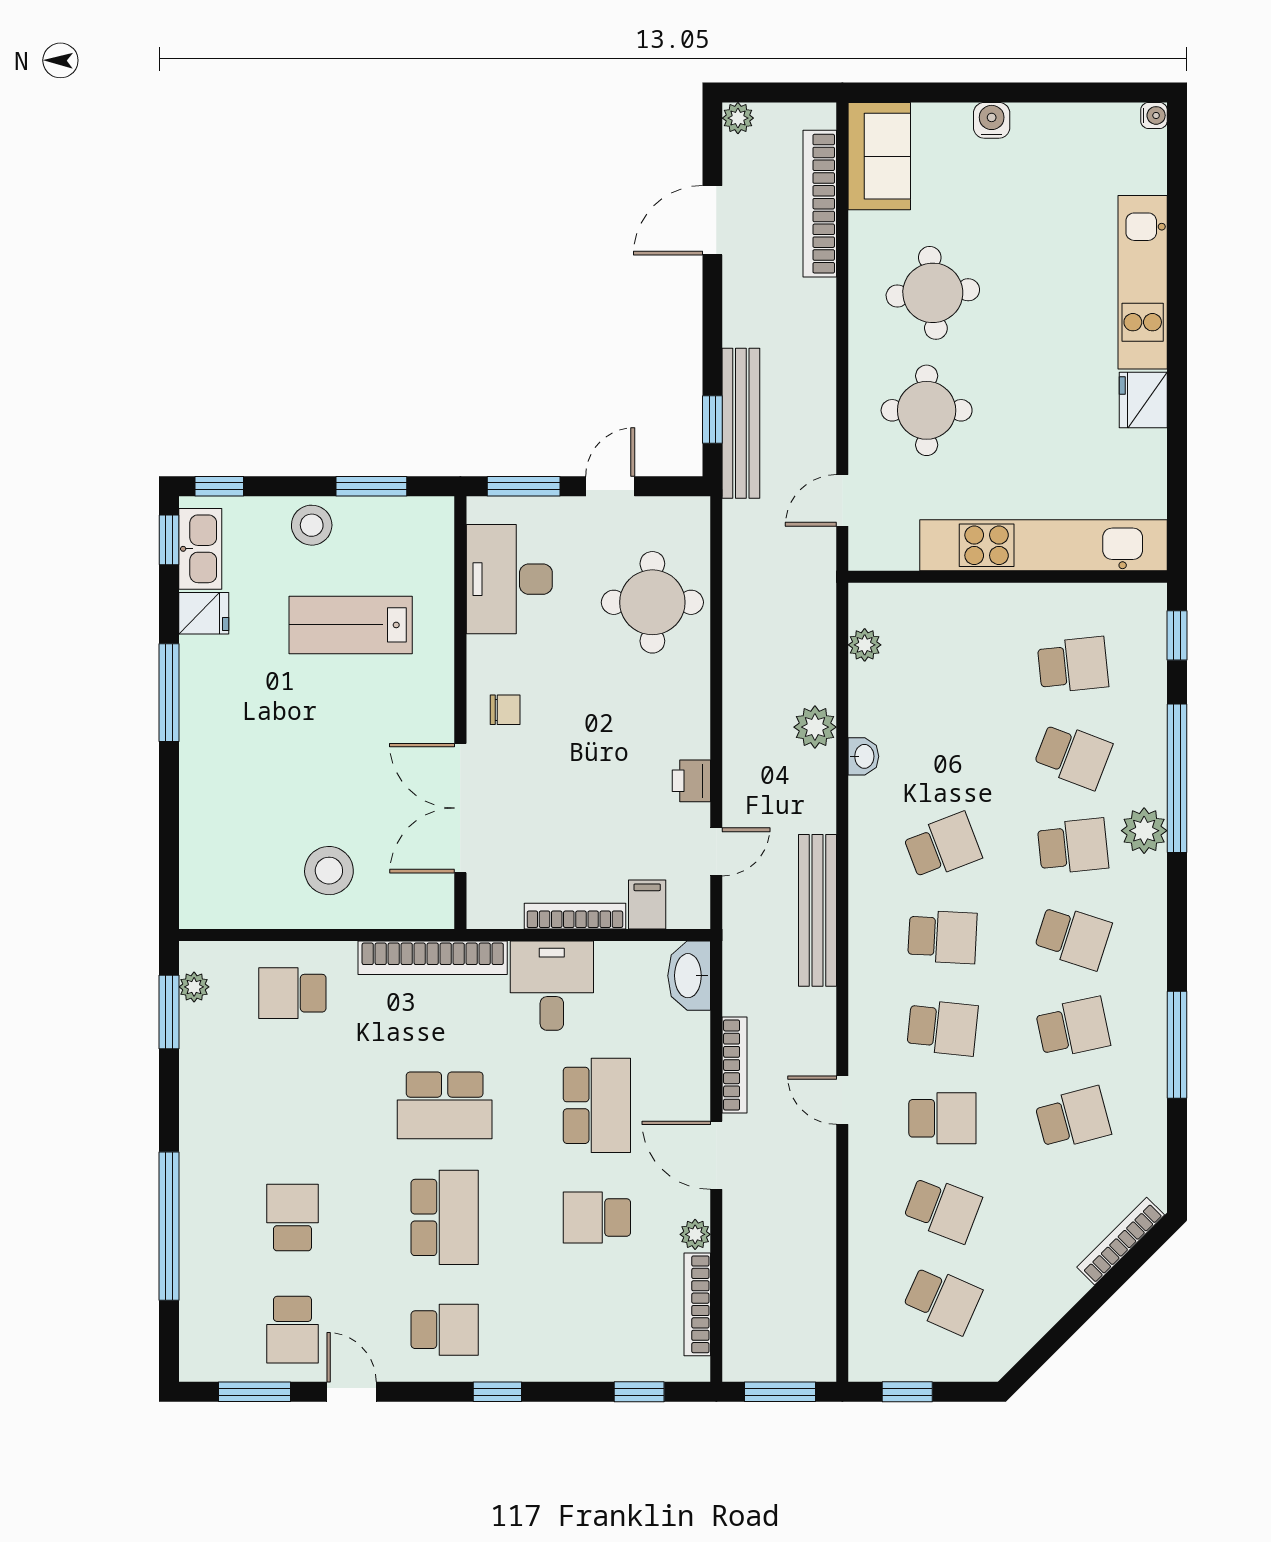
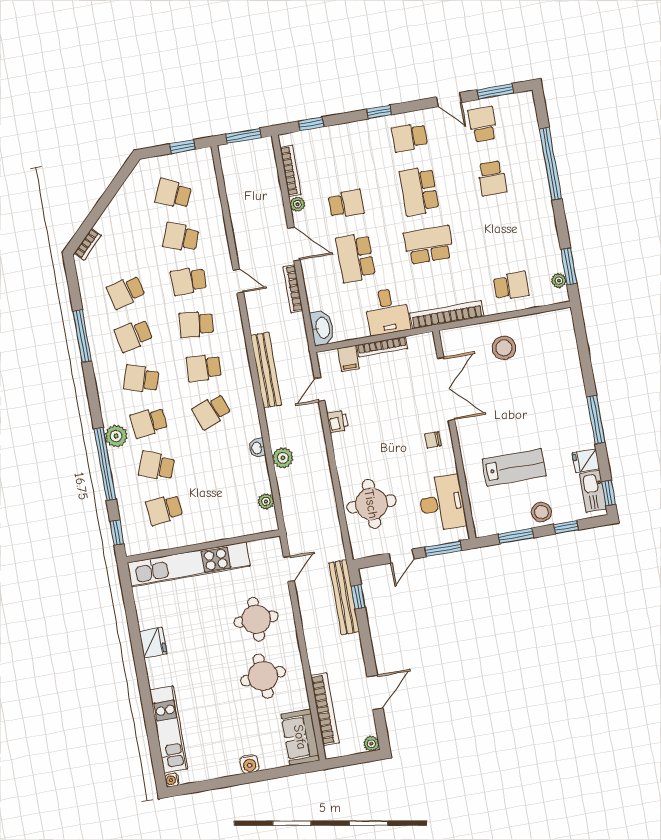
kitchen unit: (1143, 282) -> (169, 730), moved
window: (219, 486) -> (566, 527), moved
bookcase: (1121, 1241) -> (88, 244), width x0.64

